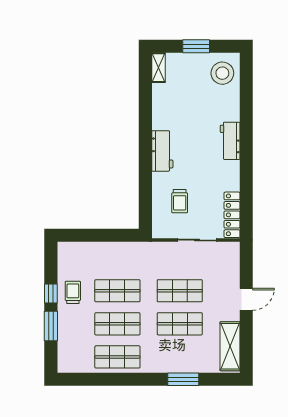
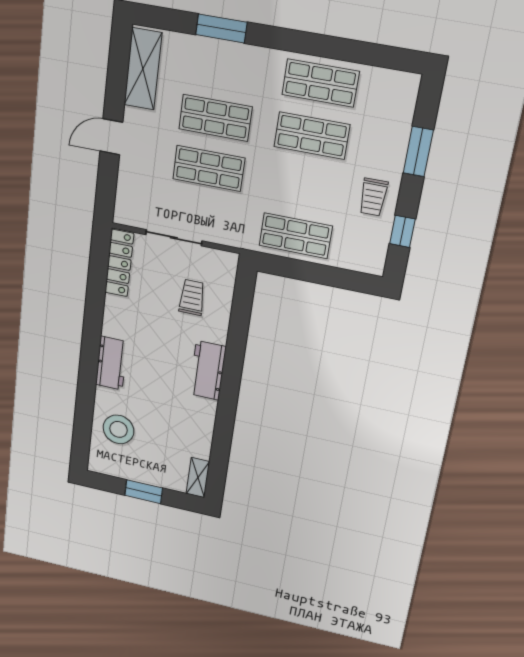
stool: (222, 73) -> (118, 429), moved
shop shelf: (117, 291) -> (296, 236), moved
window: (51, 294) -> (402, 231), moved

